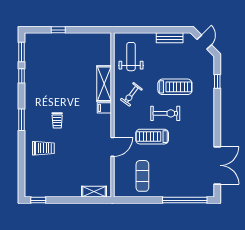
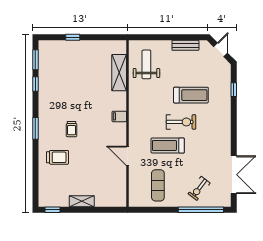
shelving: (104, 84) -> (119, 73), moved
exercise bike: (131, 94) -> (199, 188), moved
door: (112, 147) -> (128, 156), swing flipped
shelving: (94, 192) -> (82, 201), moved

